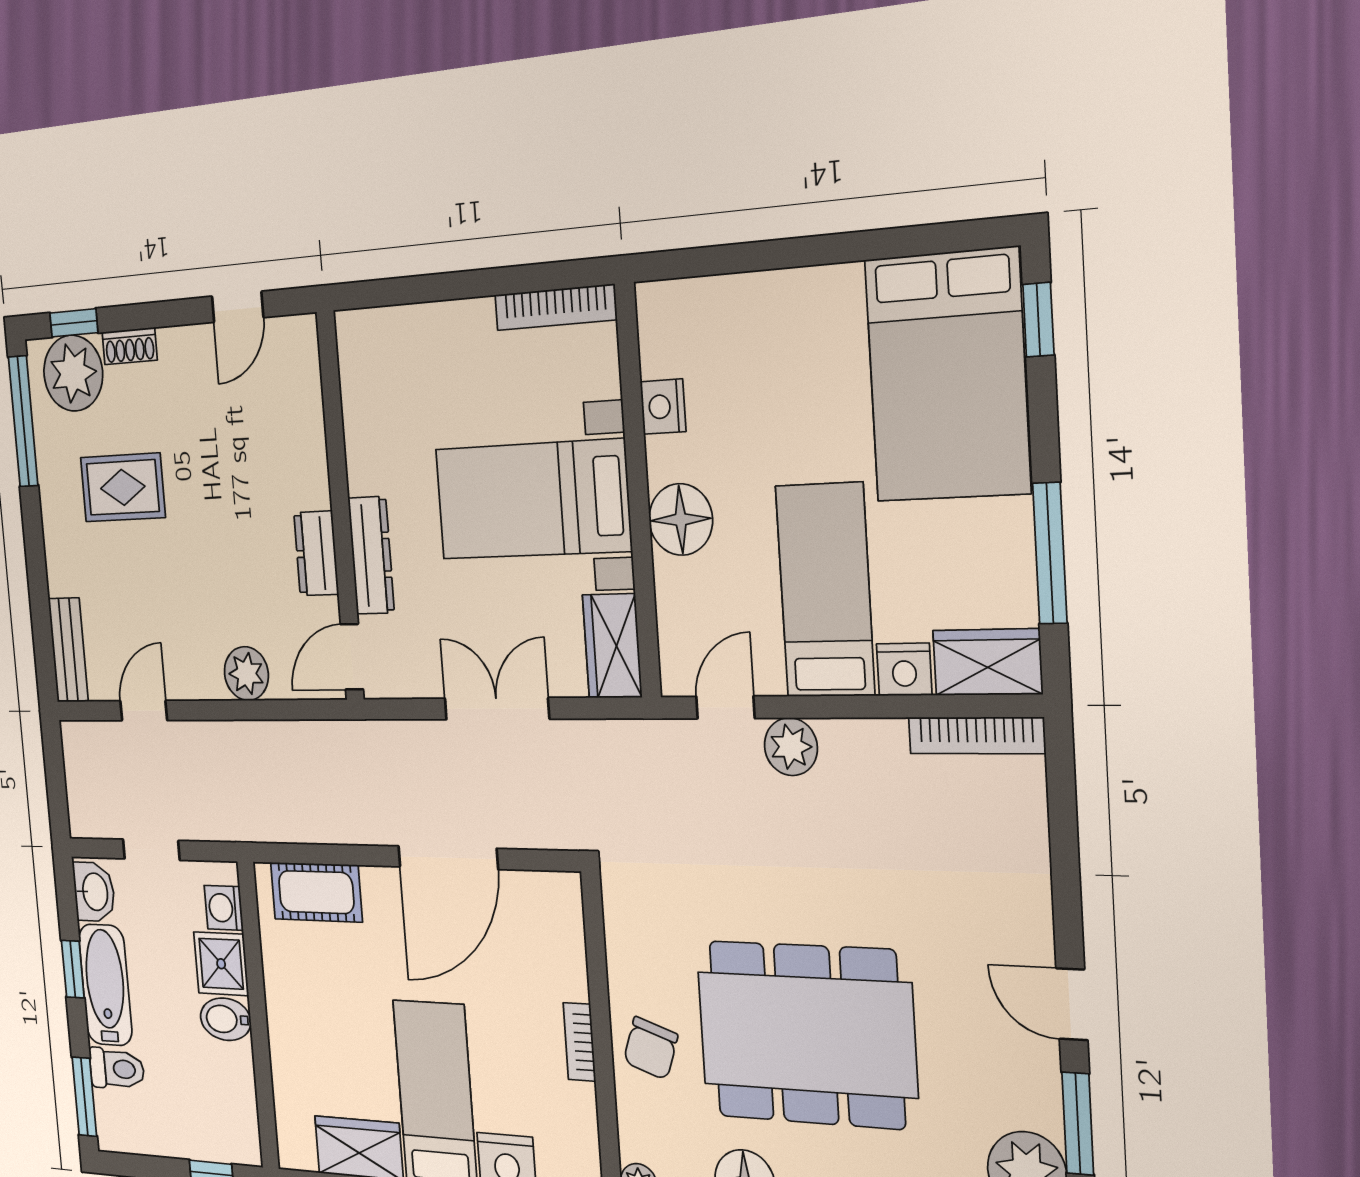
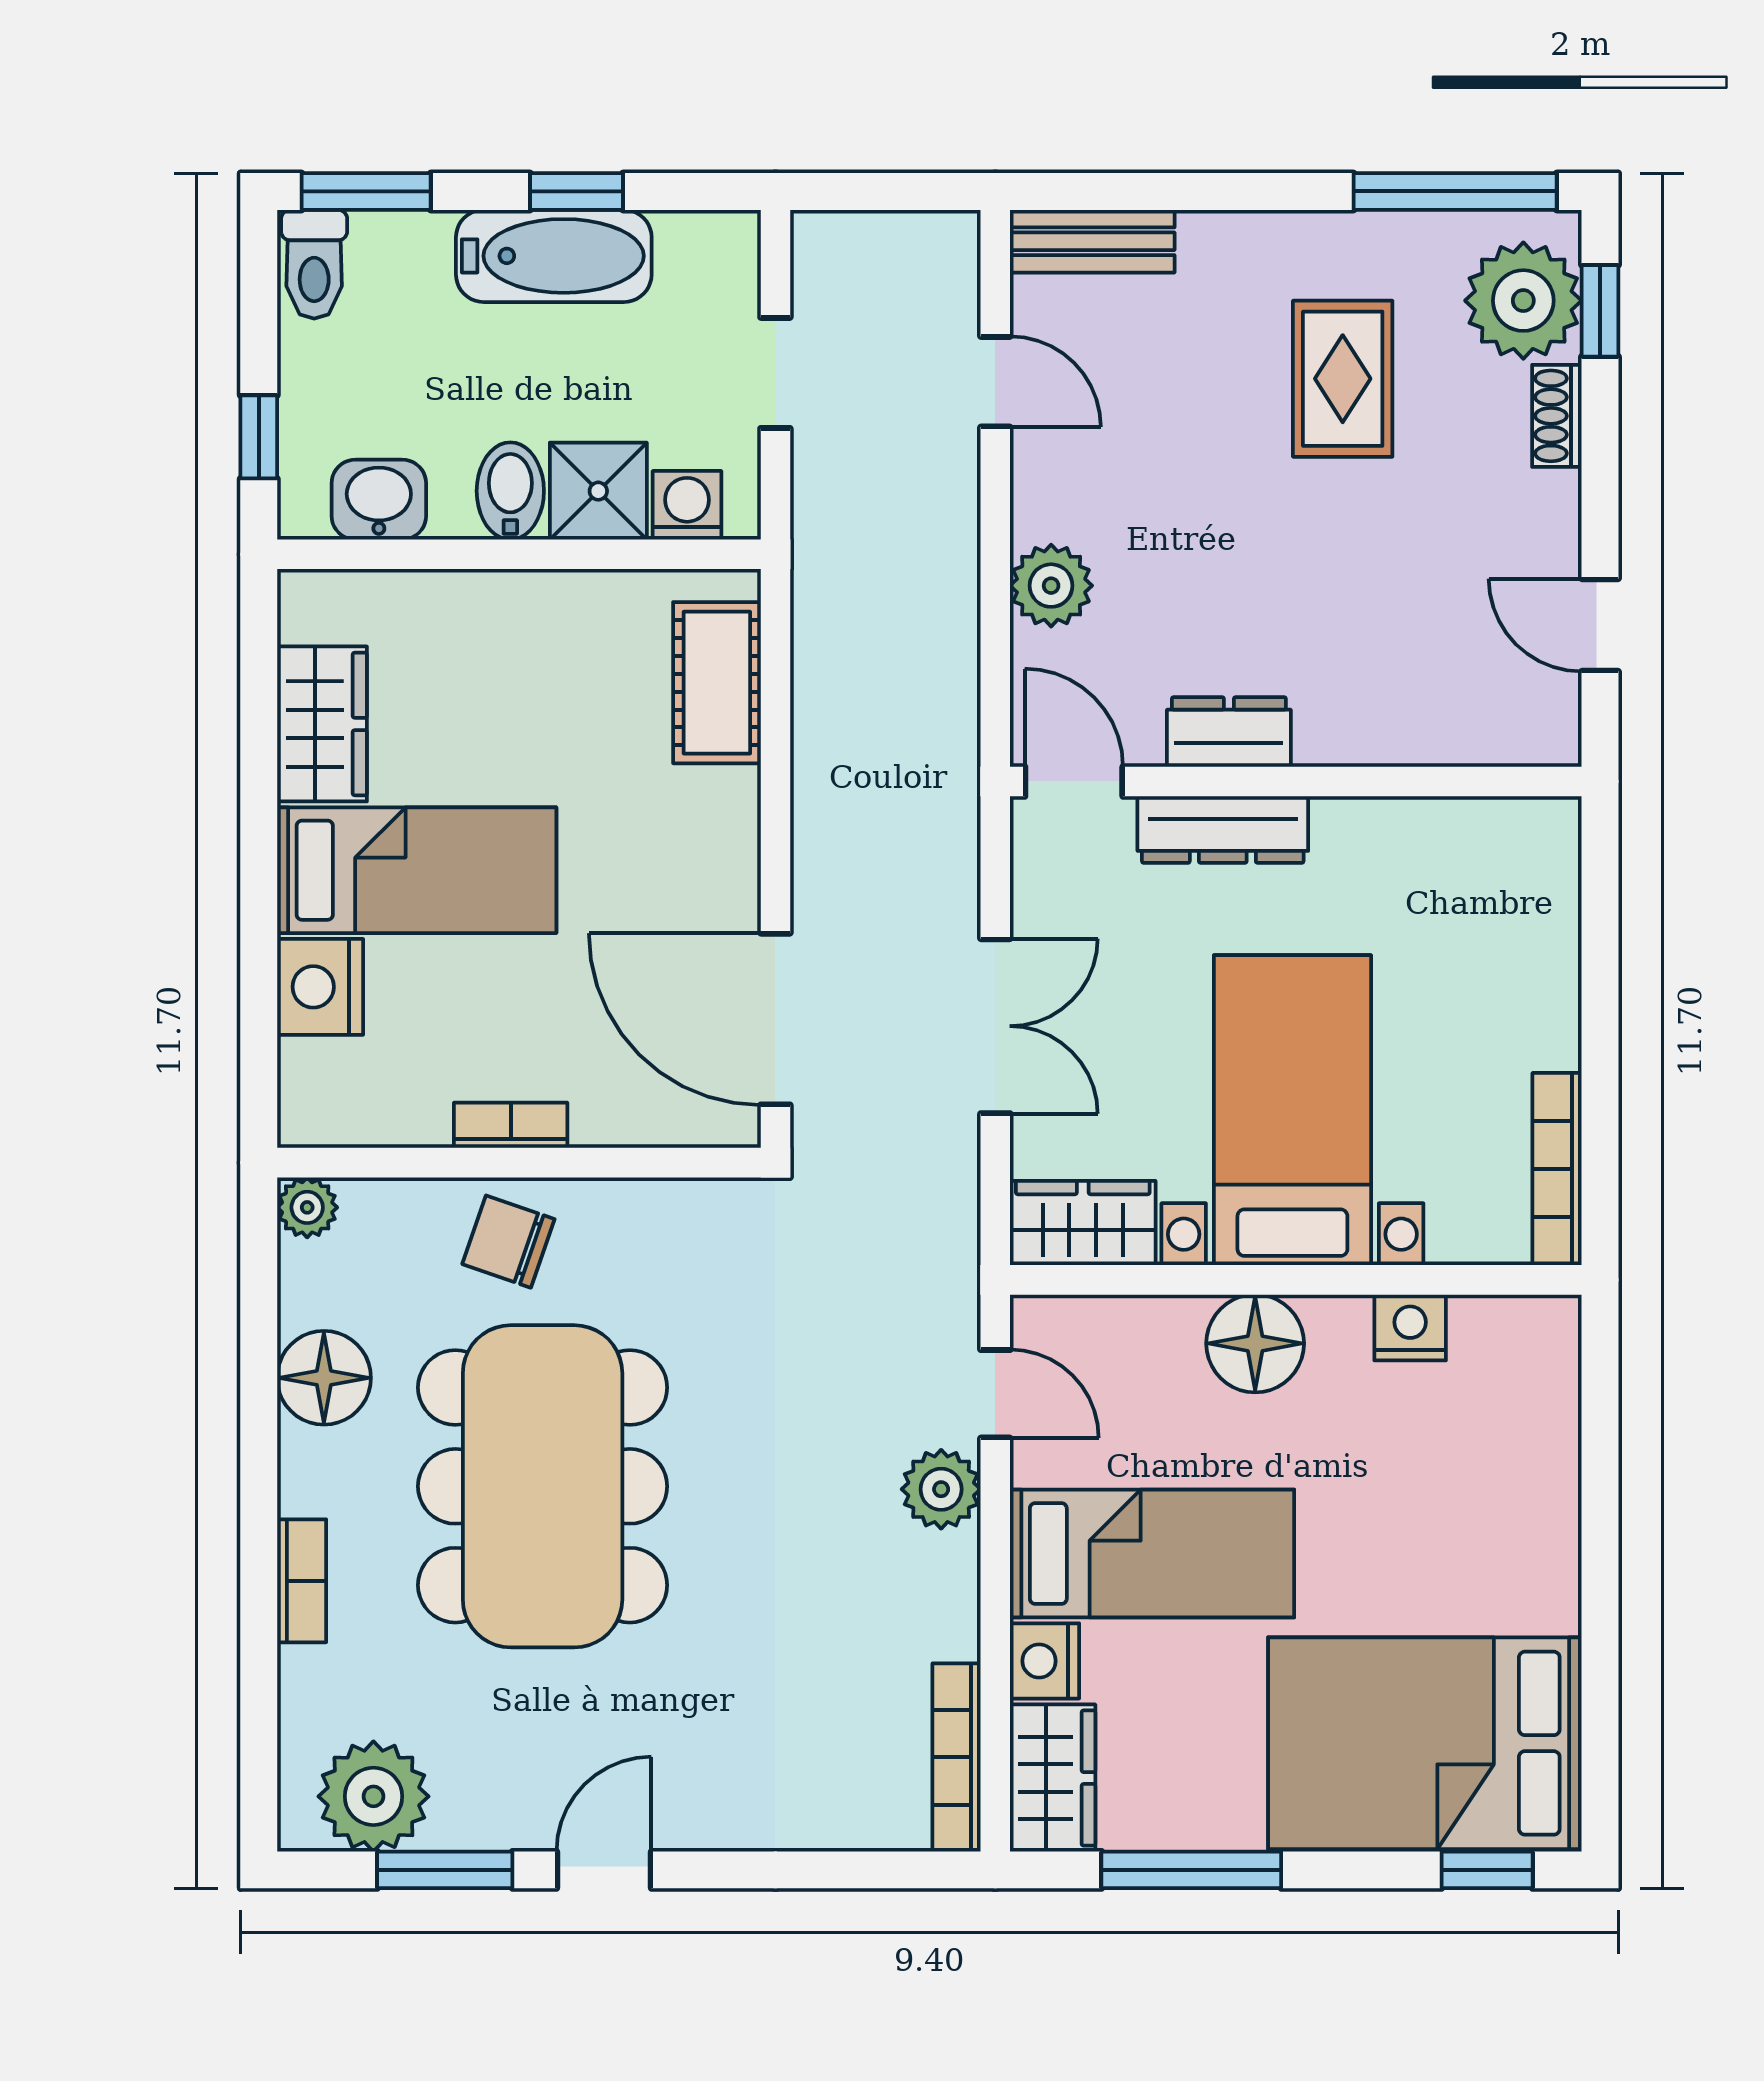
door: (448, 858) -> (775, 1019), moved
washbasin: (94, 892) -> (379, 500), moved, turned 180
toilet: (117, 1069) -> (314, 264), moved

